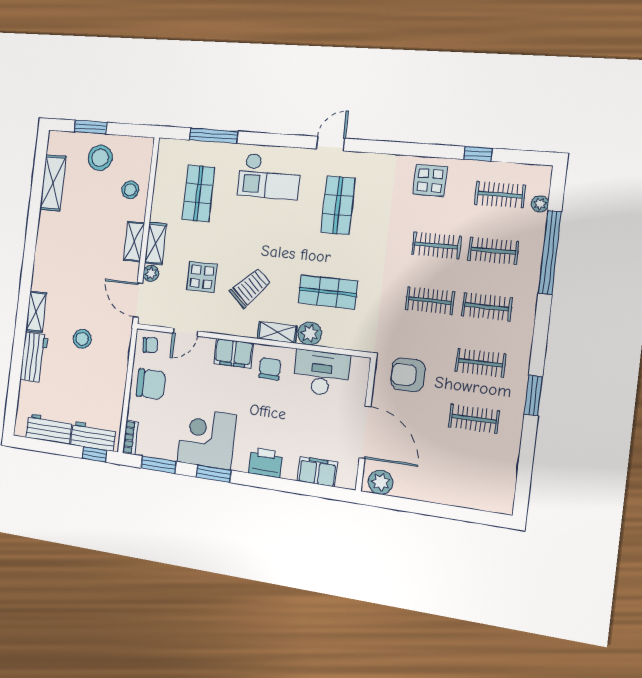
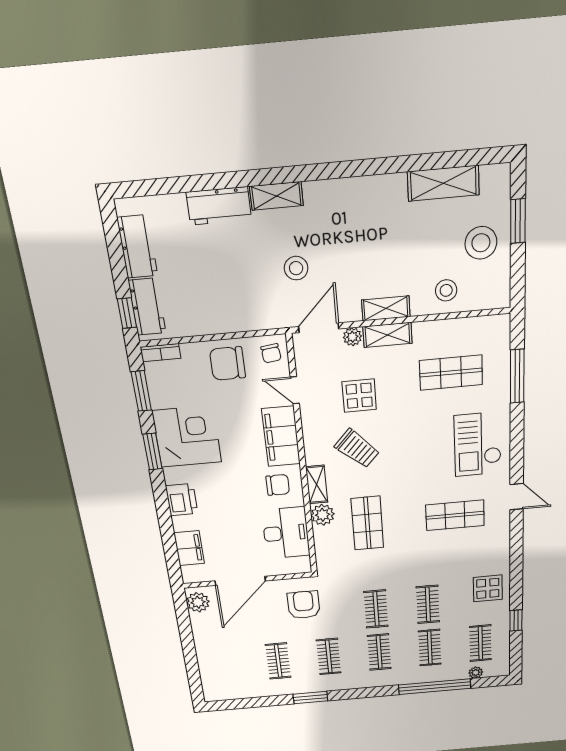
stool: (82, 339) -> (296, 268), moved
filing cabinet: (234, 353) -> (281, 436), width x1.50, depth x1.17
chair: (151, 384) -> (228, 363), turned 90

